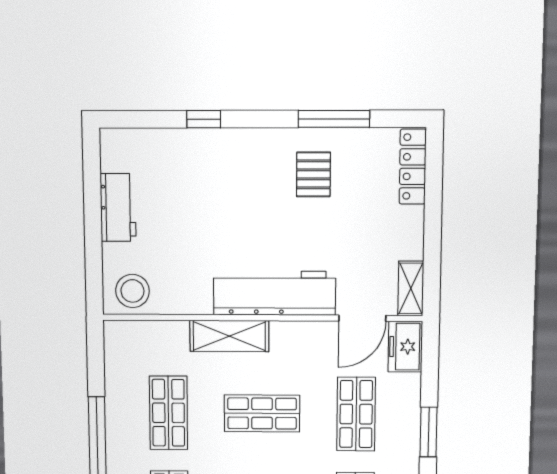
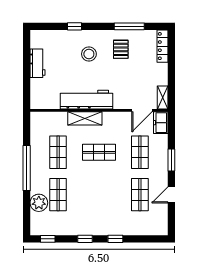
stool: (132, 291) -> (89, 54), moved
workbench: (274, 293) -> (86, 100), moved

